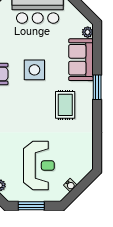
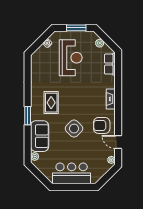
side table: (34, 70) -> (74, 129), turned 45
reception desk: (39, 166) -> (71, 58), turned 180

